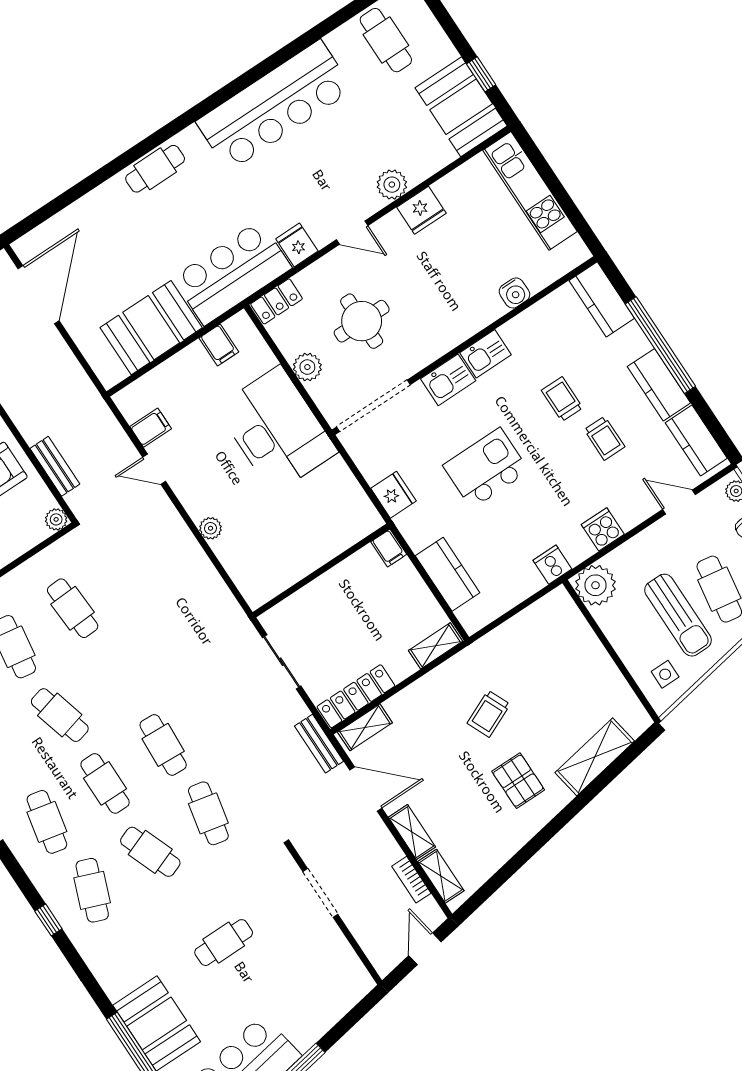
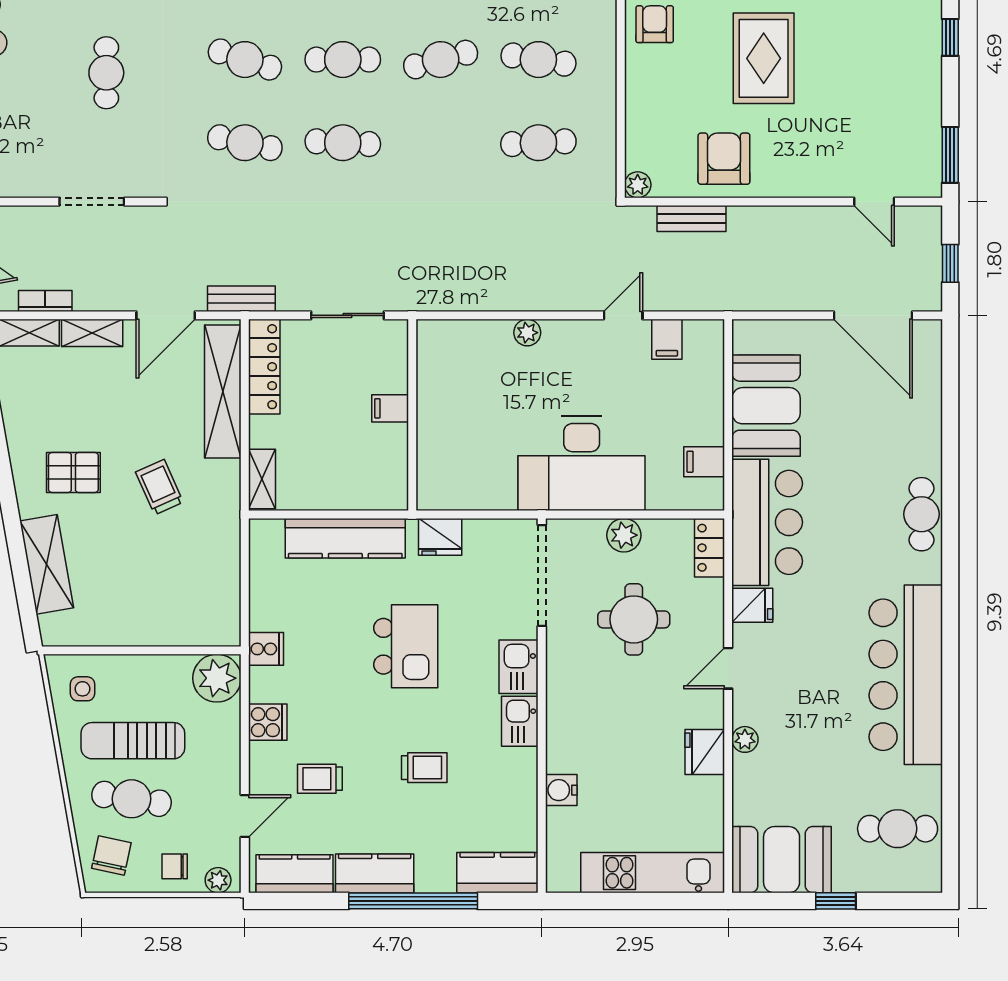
window: (481, 74) -> (836, 901), moved
plant: (392, 185) -> (745, 739), width x0.73, depth x0.73
trolley: (604, 438) -> (320, 779), moved
filing cabinet: (389, 548) -> (390, 408), moved
kitchen counter: (448, 574) -> (345, 538), width x1.50
shelving: (365, 727) -> (223, 391), width x2.20, depth x1.33
cafe table: (150, 852) -> (245, 60), turned 39

